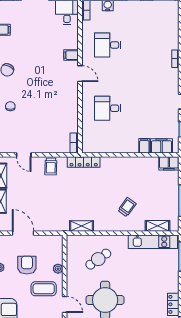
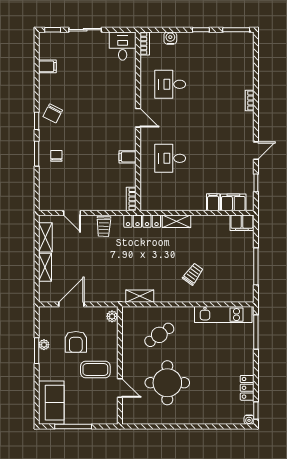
filing cabinet: (71, 55) -> (128, 157), moved
shelving: (158, 226) -> (176, 221), moved
door: (23, 233) -> (71, 304), hinge flipped
armchair: (27, 265) -> (76, 342), turned 180
plant: (58, 269) -> (112, 316), moved

